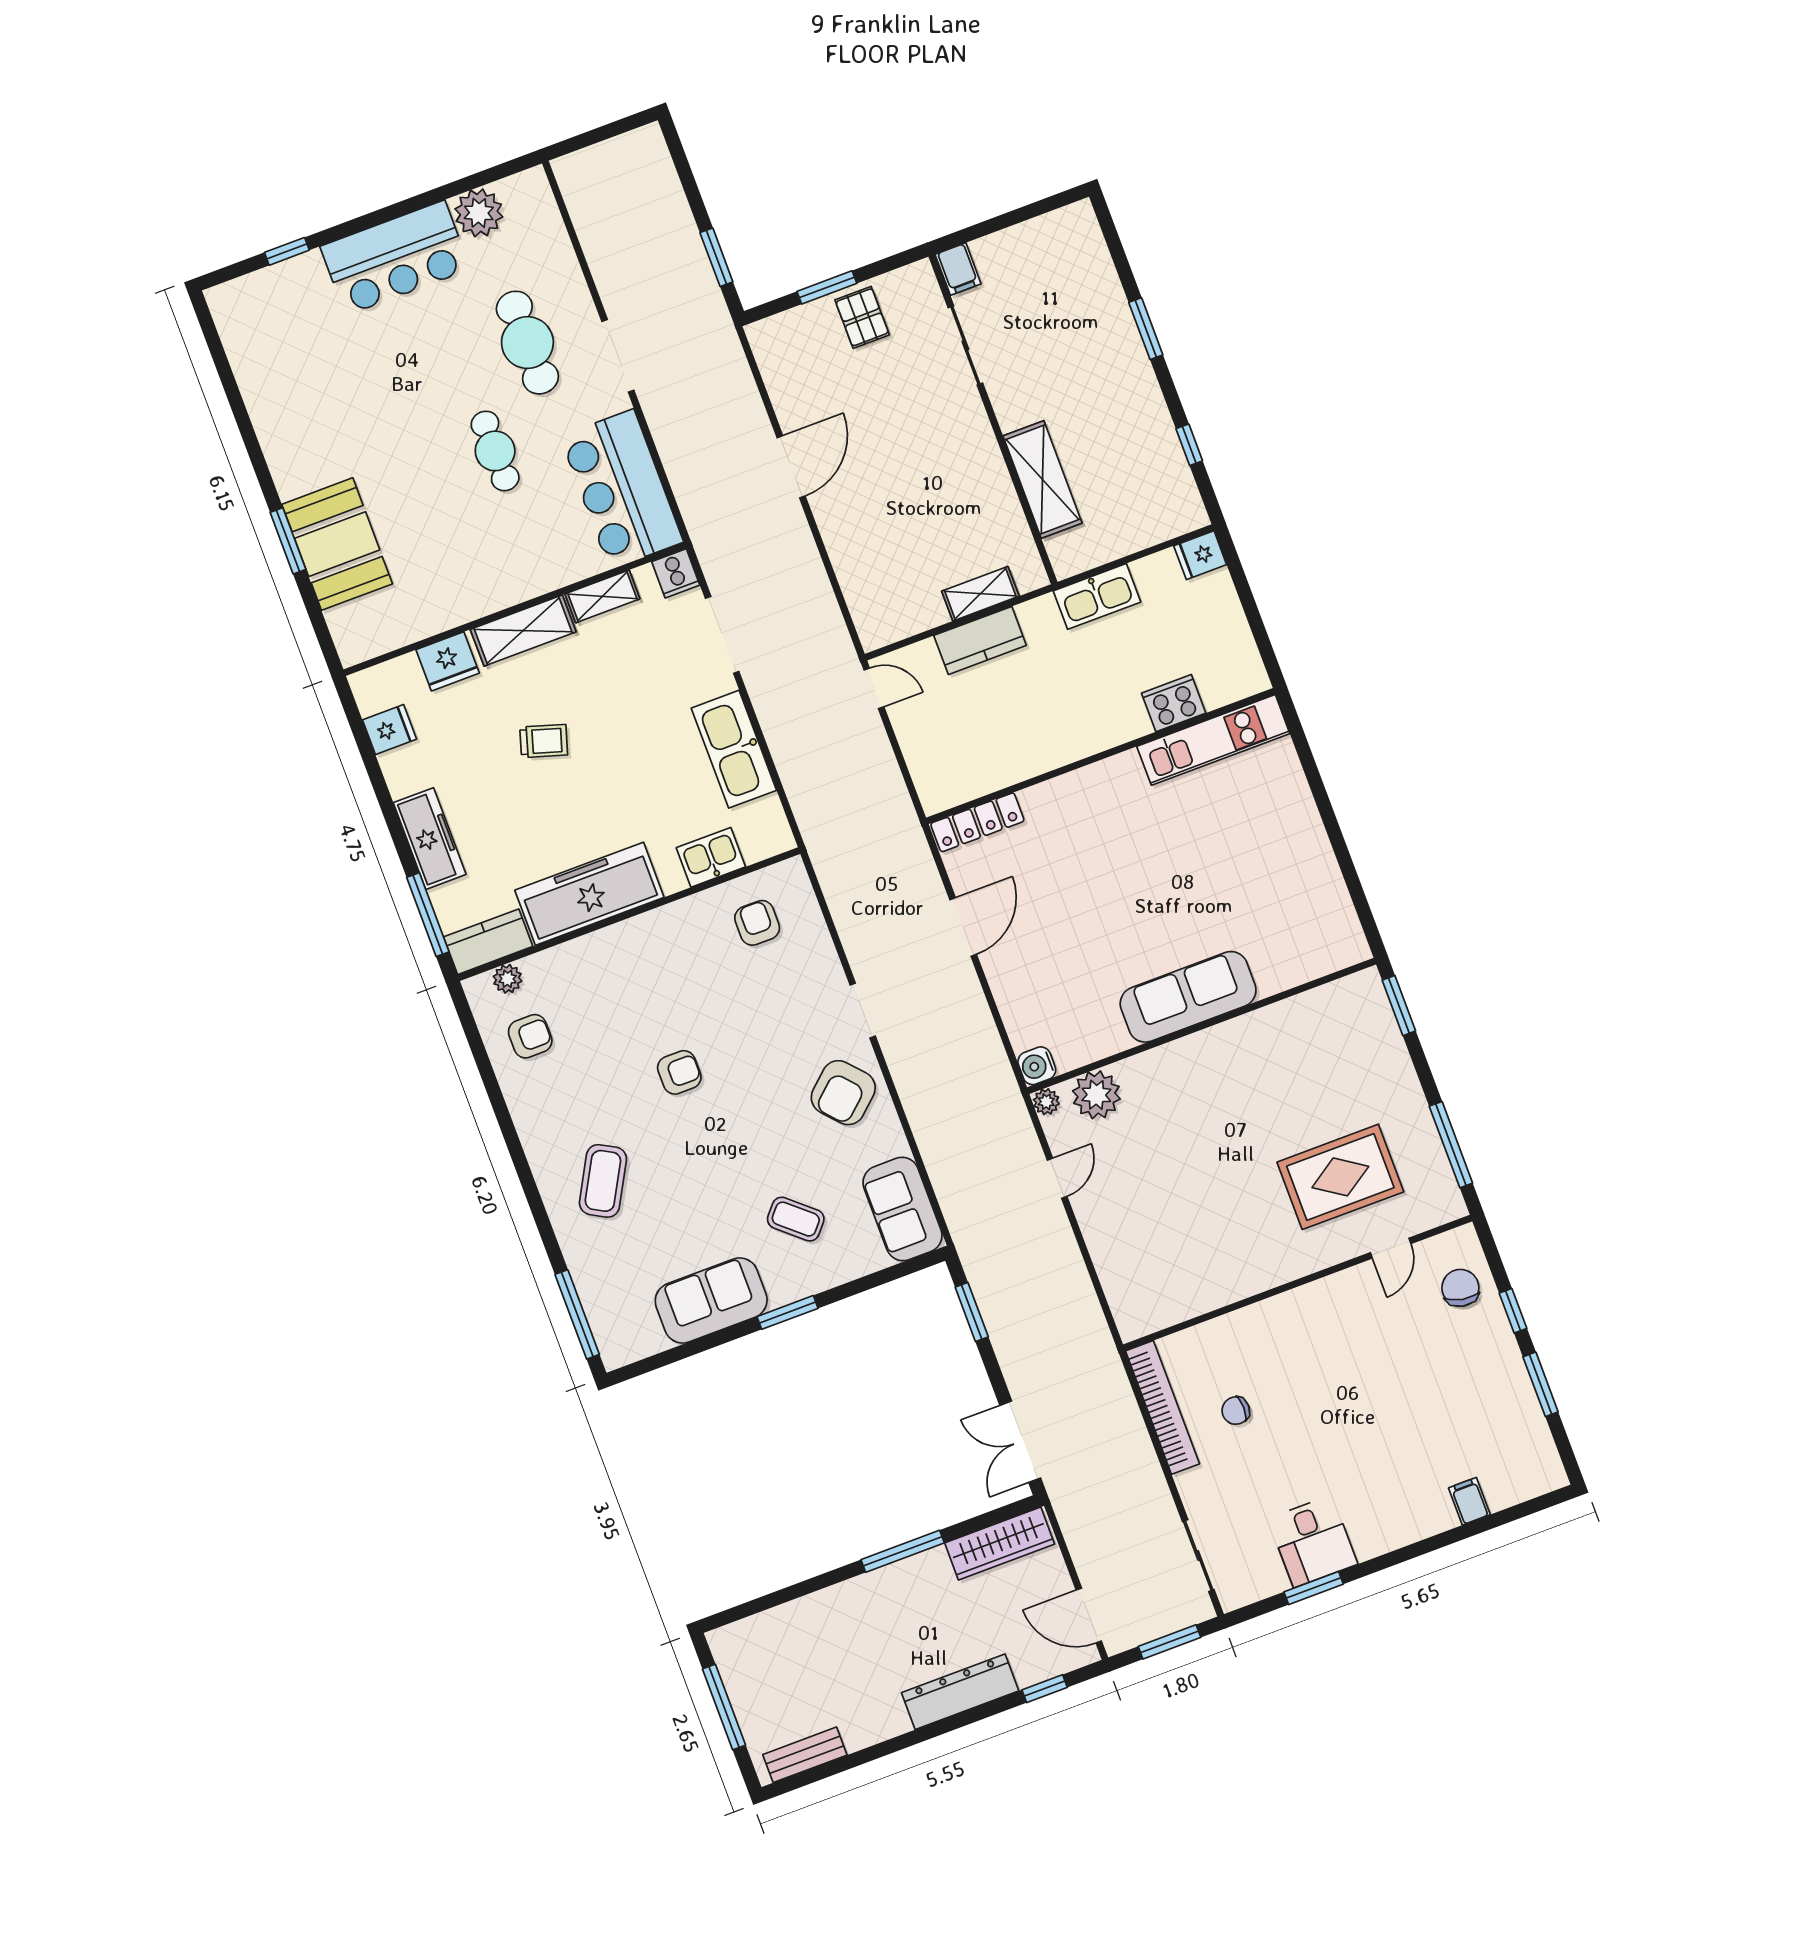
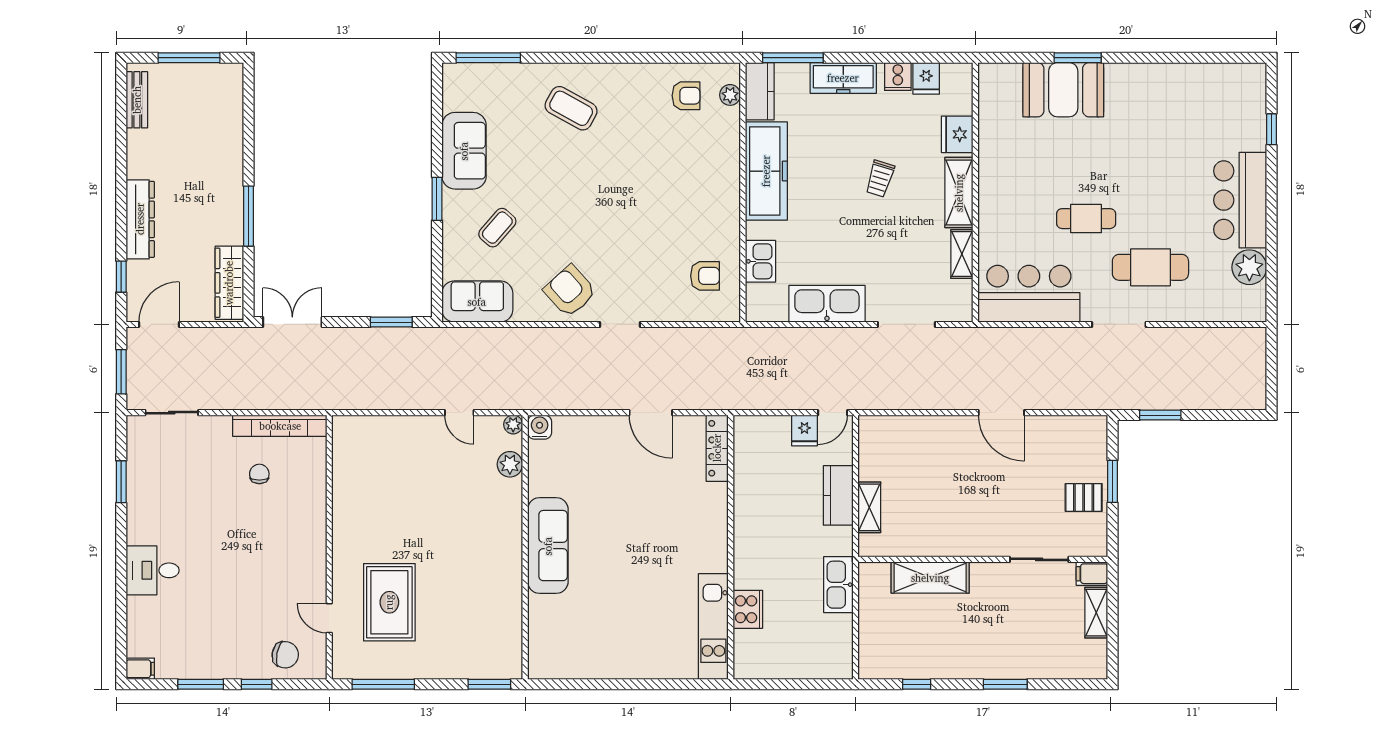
shelving: (1007, 244) -> (1096, 613), added
fridge: (1200, 555) -> (804, 430), moved, turned 180
cooker: (676, 573) -> (898, 77), moved, turned -90
armchair: (530, 1036) -> (686, 96), turned -90
armchair: (679, 1072) -> (625, 186), removed
plant: (1096, 1095) -> (510, 464), width x0.73, depth x0.73
filing cabinet: (1469, 1501) -> (140, 669), moved
desk: (1313, 1541) -> (153, 570), moved

